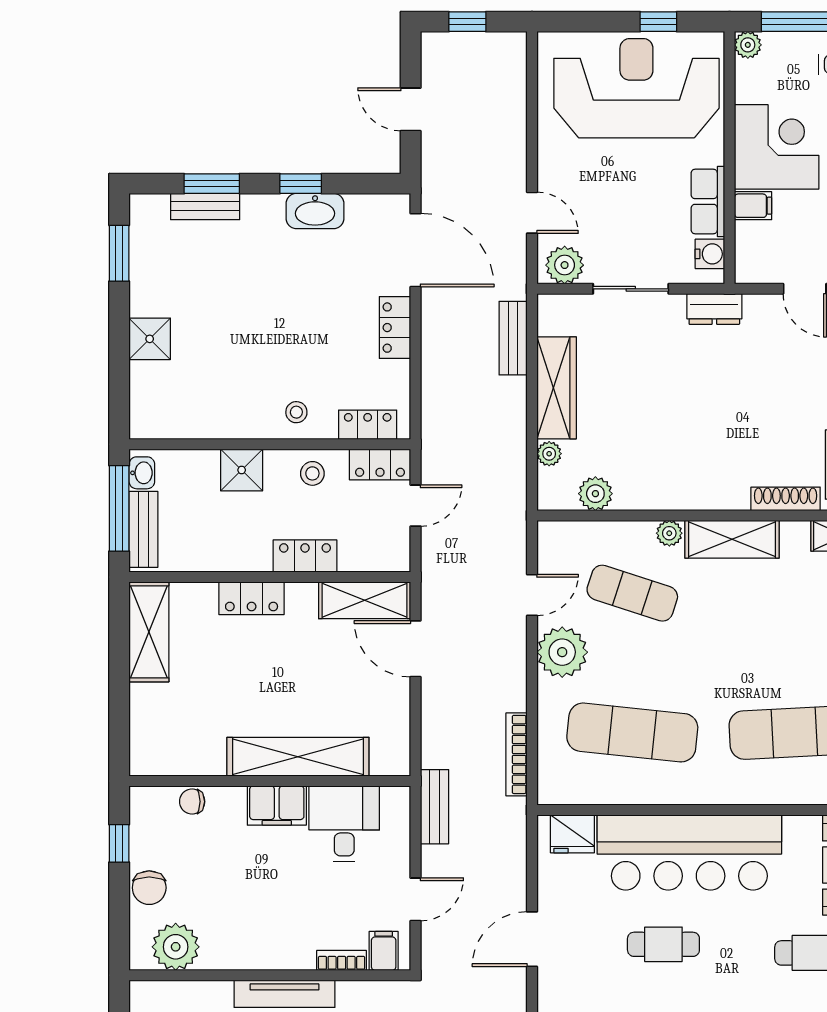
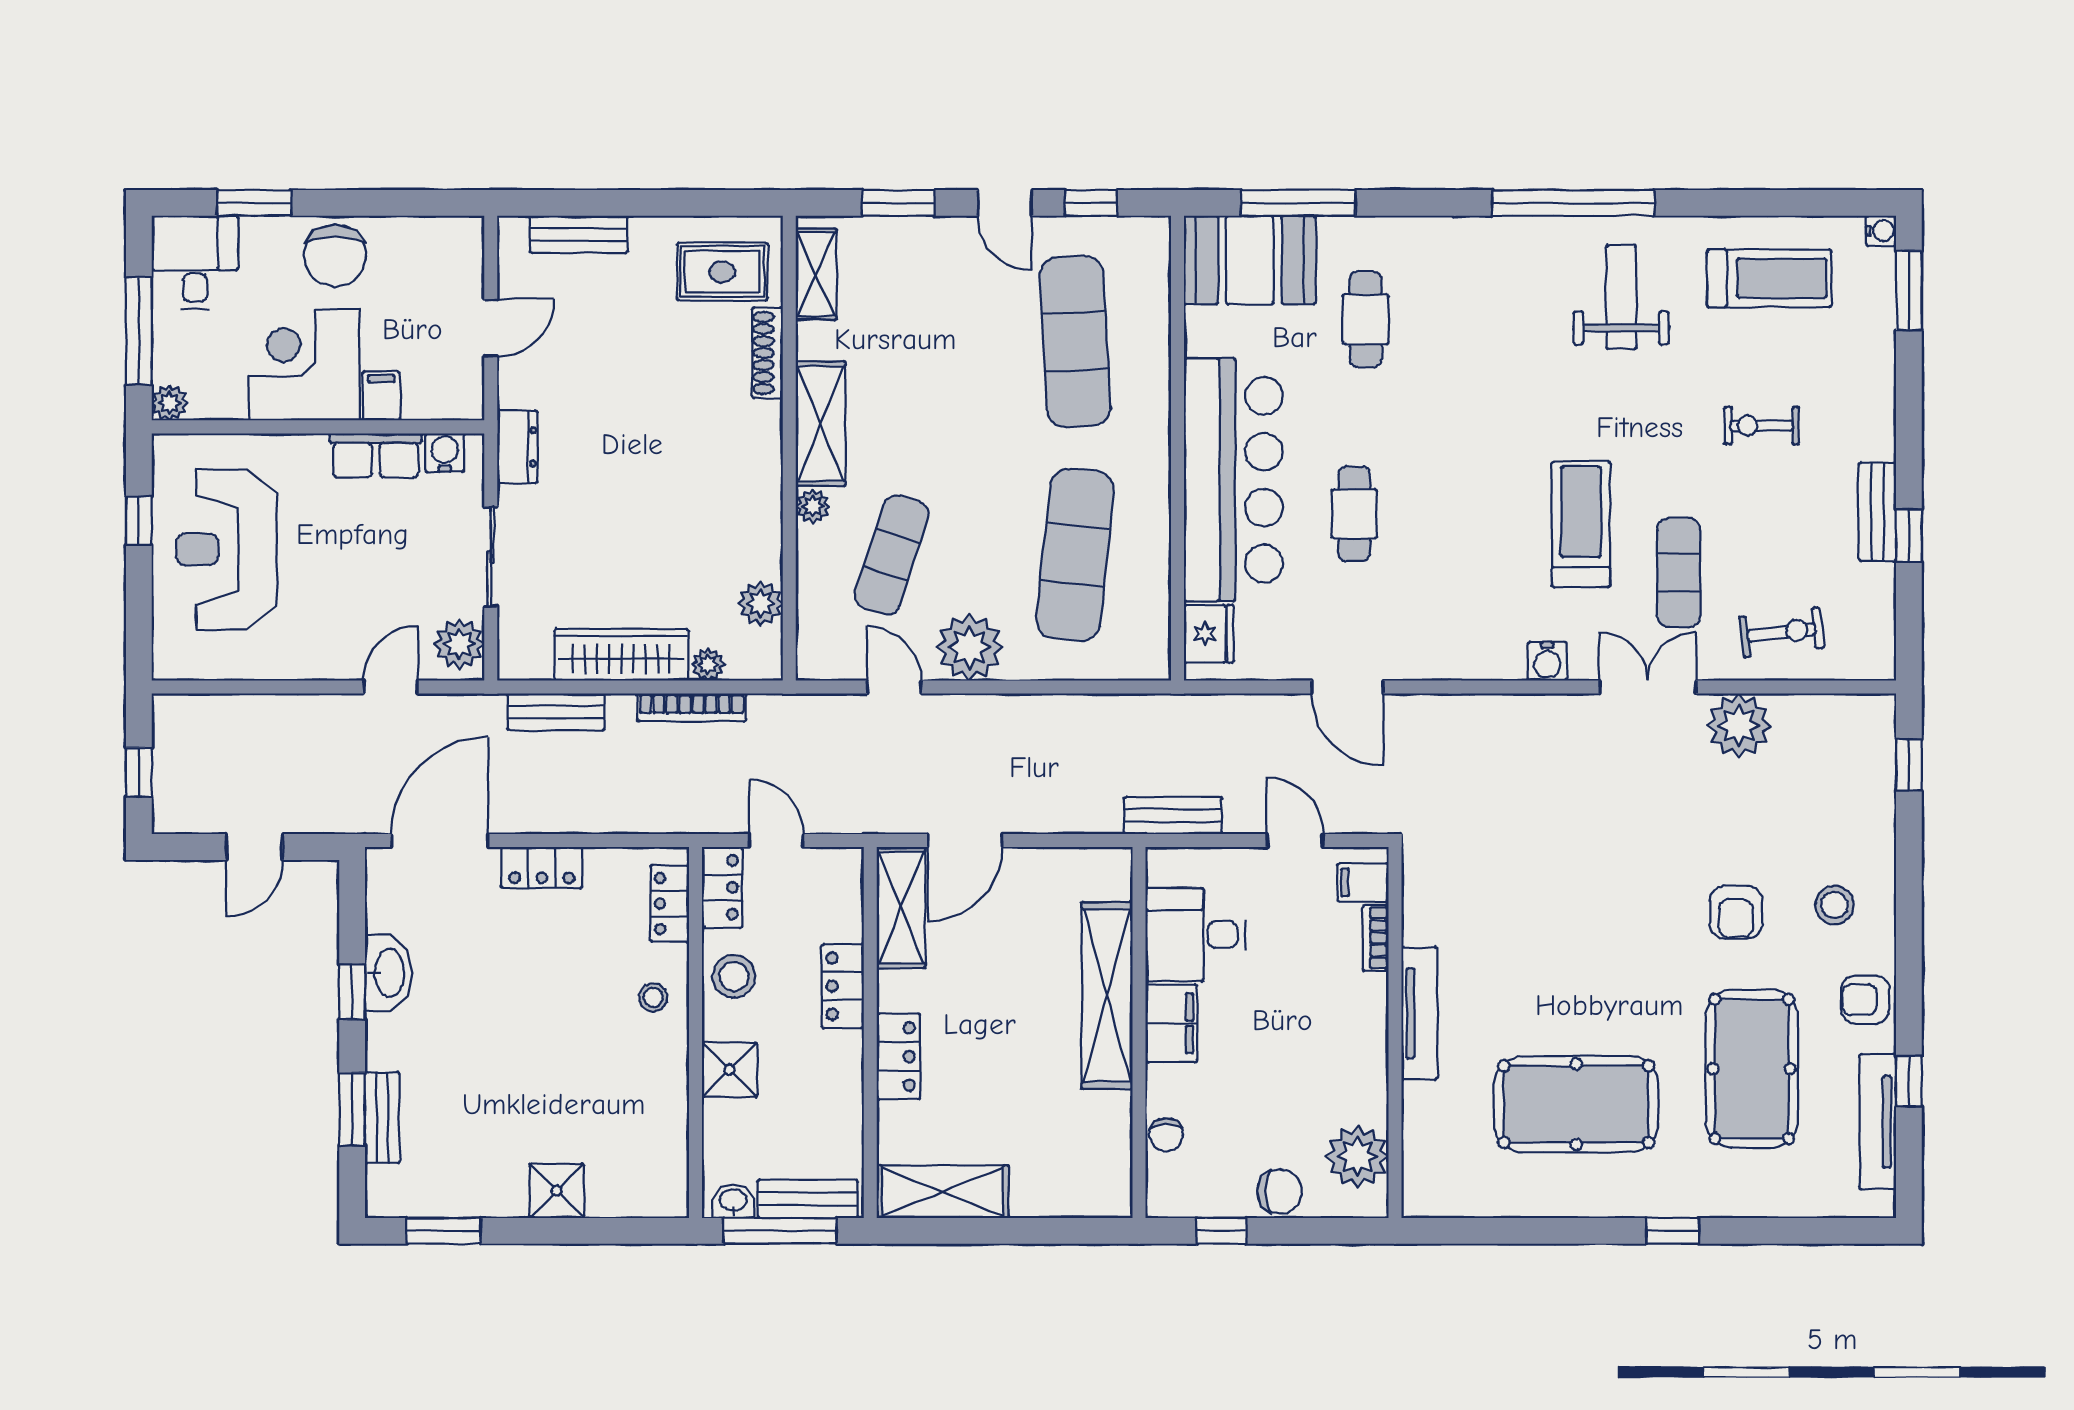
reception desk: (636, 88) -> (226, 549), width x0.74, depth x0.77
stool: (312, 473) -> (734, 976), width x1.37, depth x1.37
bookcase: (517, 754) -> (692, 707), moved

